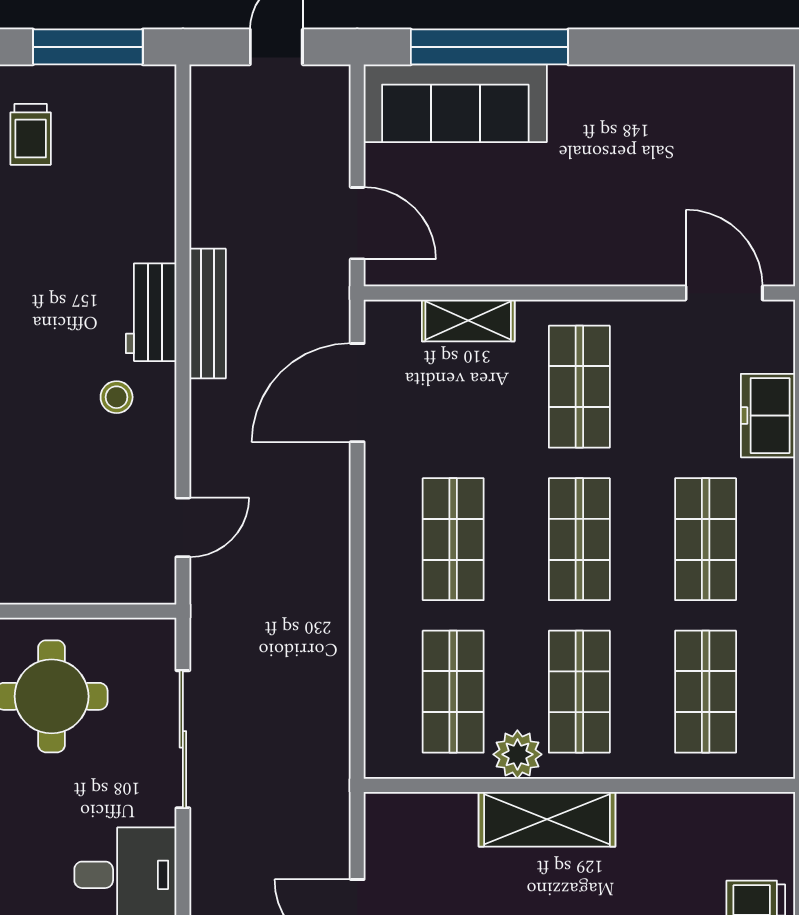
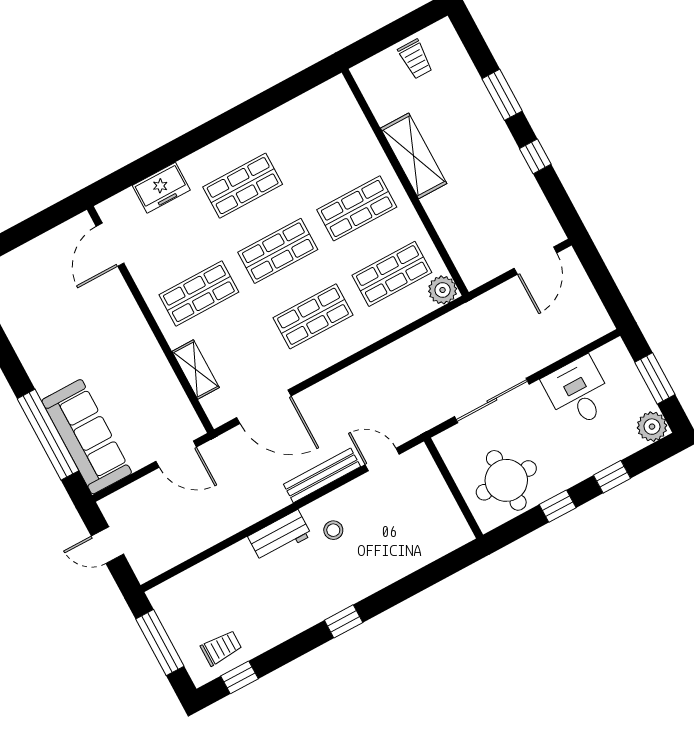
door: (357, 223) -> (176, 454), swing flipped
bench: (208, 314) -> (322, 475), moved
shop shelf: (706, 692) -> (322, 143), removed
plant: (517, 754) -> (443, 290), moved
shelving: (547, 819) -> (414, 156), moved

